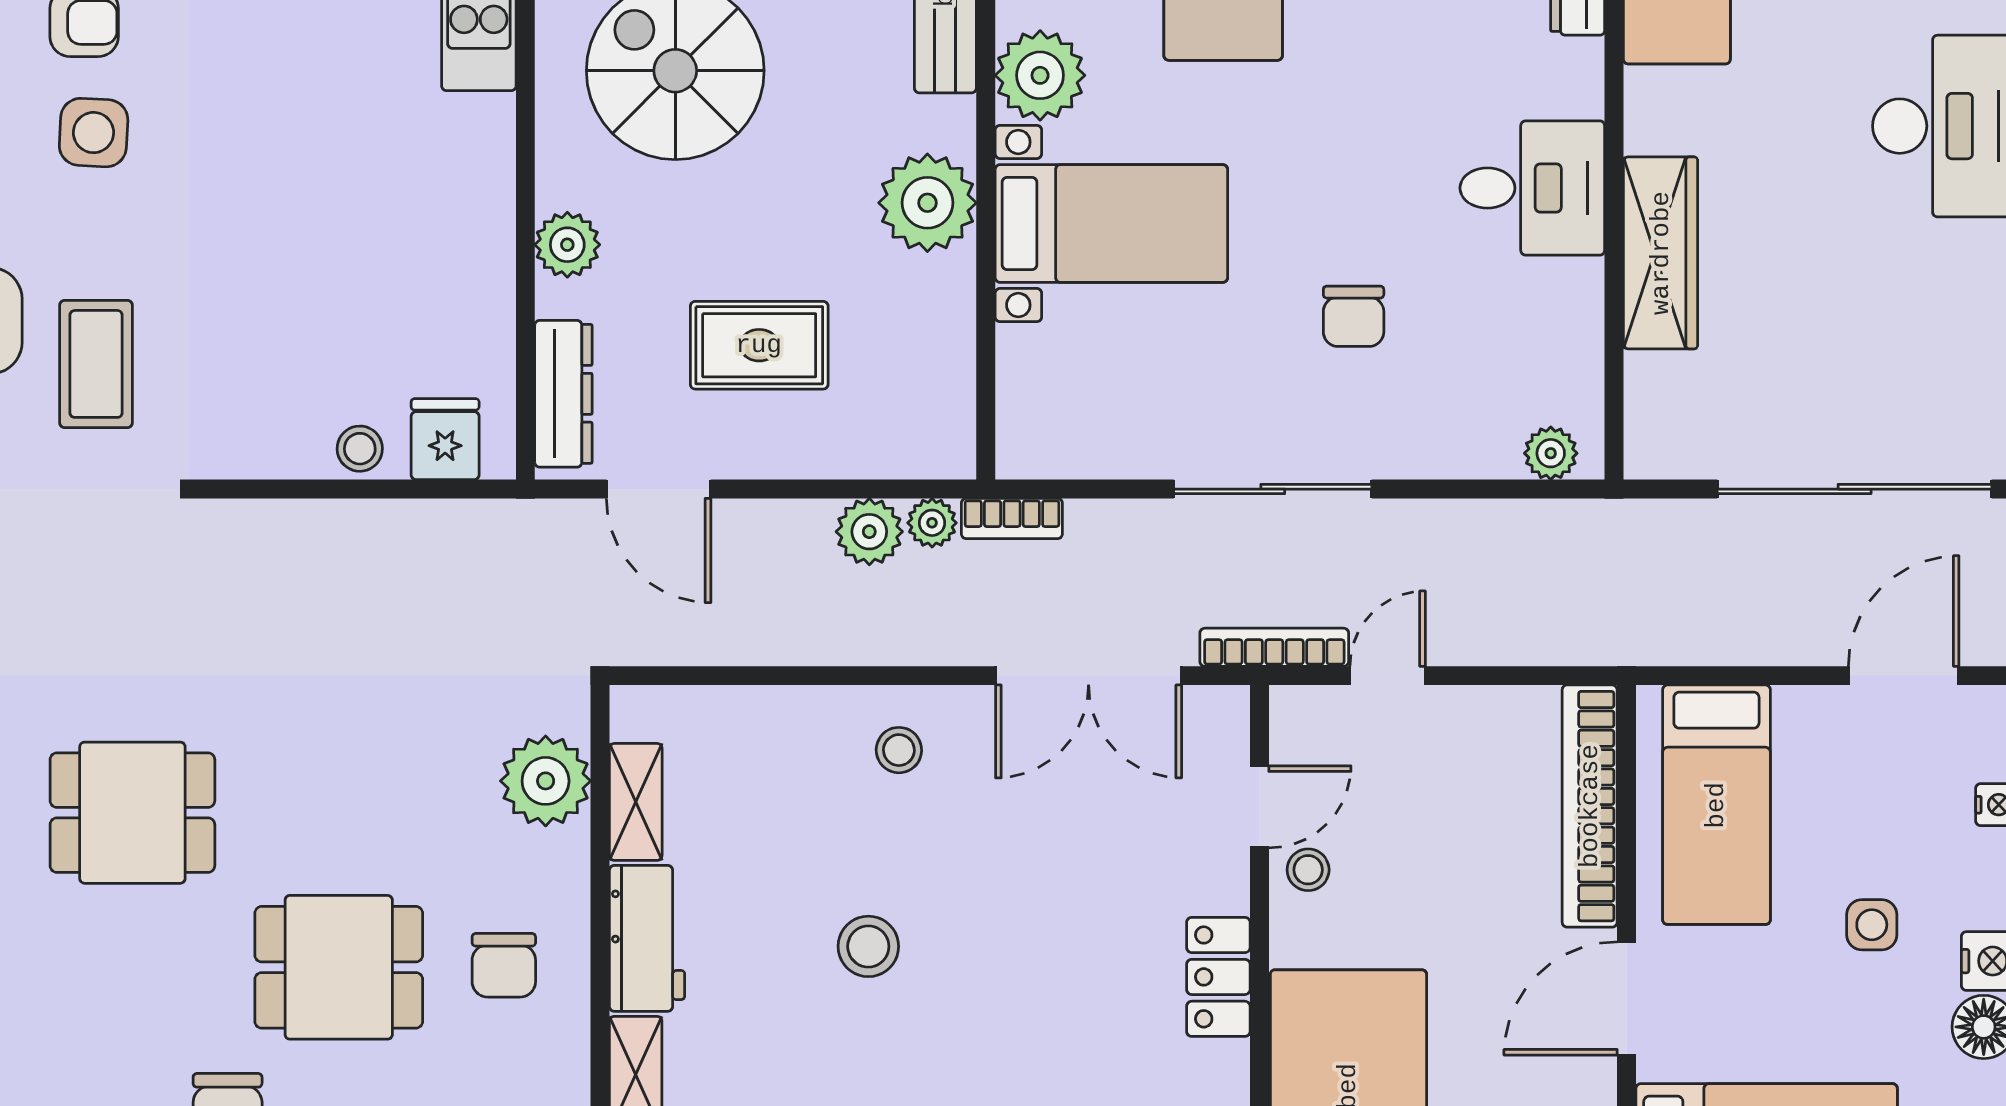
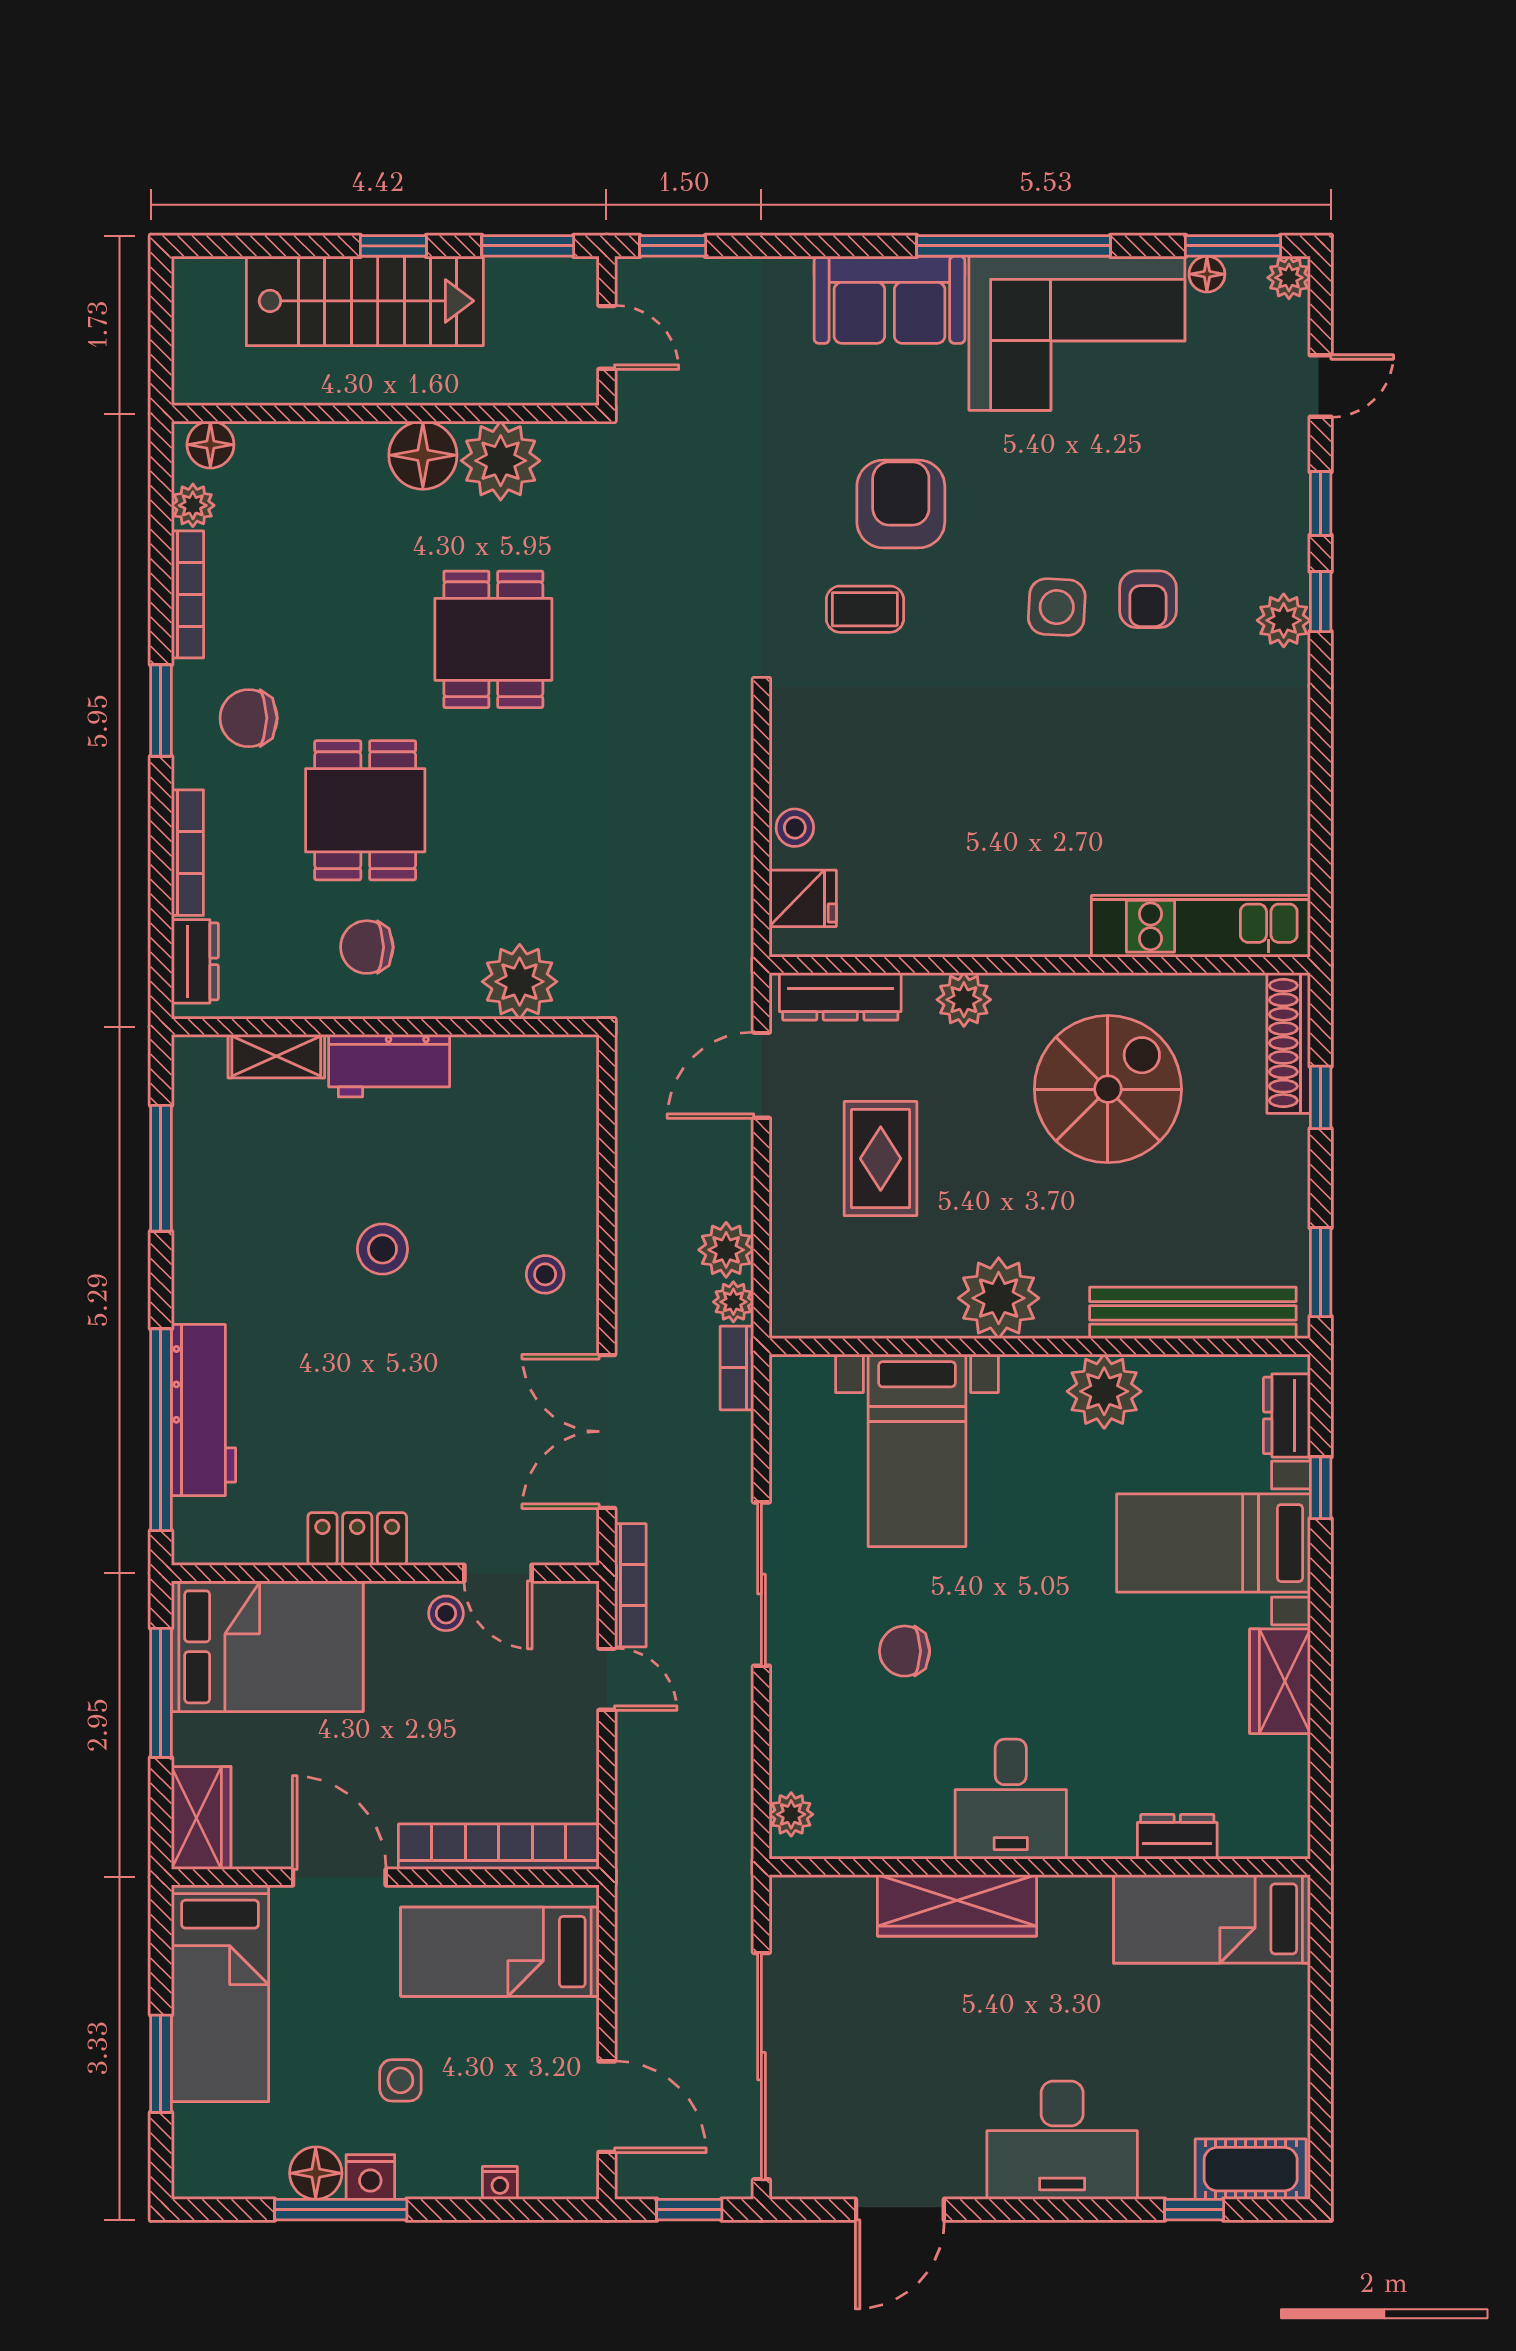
bed with nightstands: (1111, 224) -> (917, 1450), moved
coffee table: (96, 364) -> (865, 609), width x0.73, depth x0.77
shelving: (636, 802) -> (502, 1056), removed

